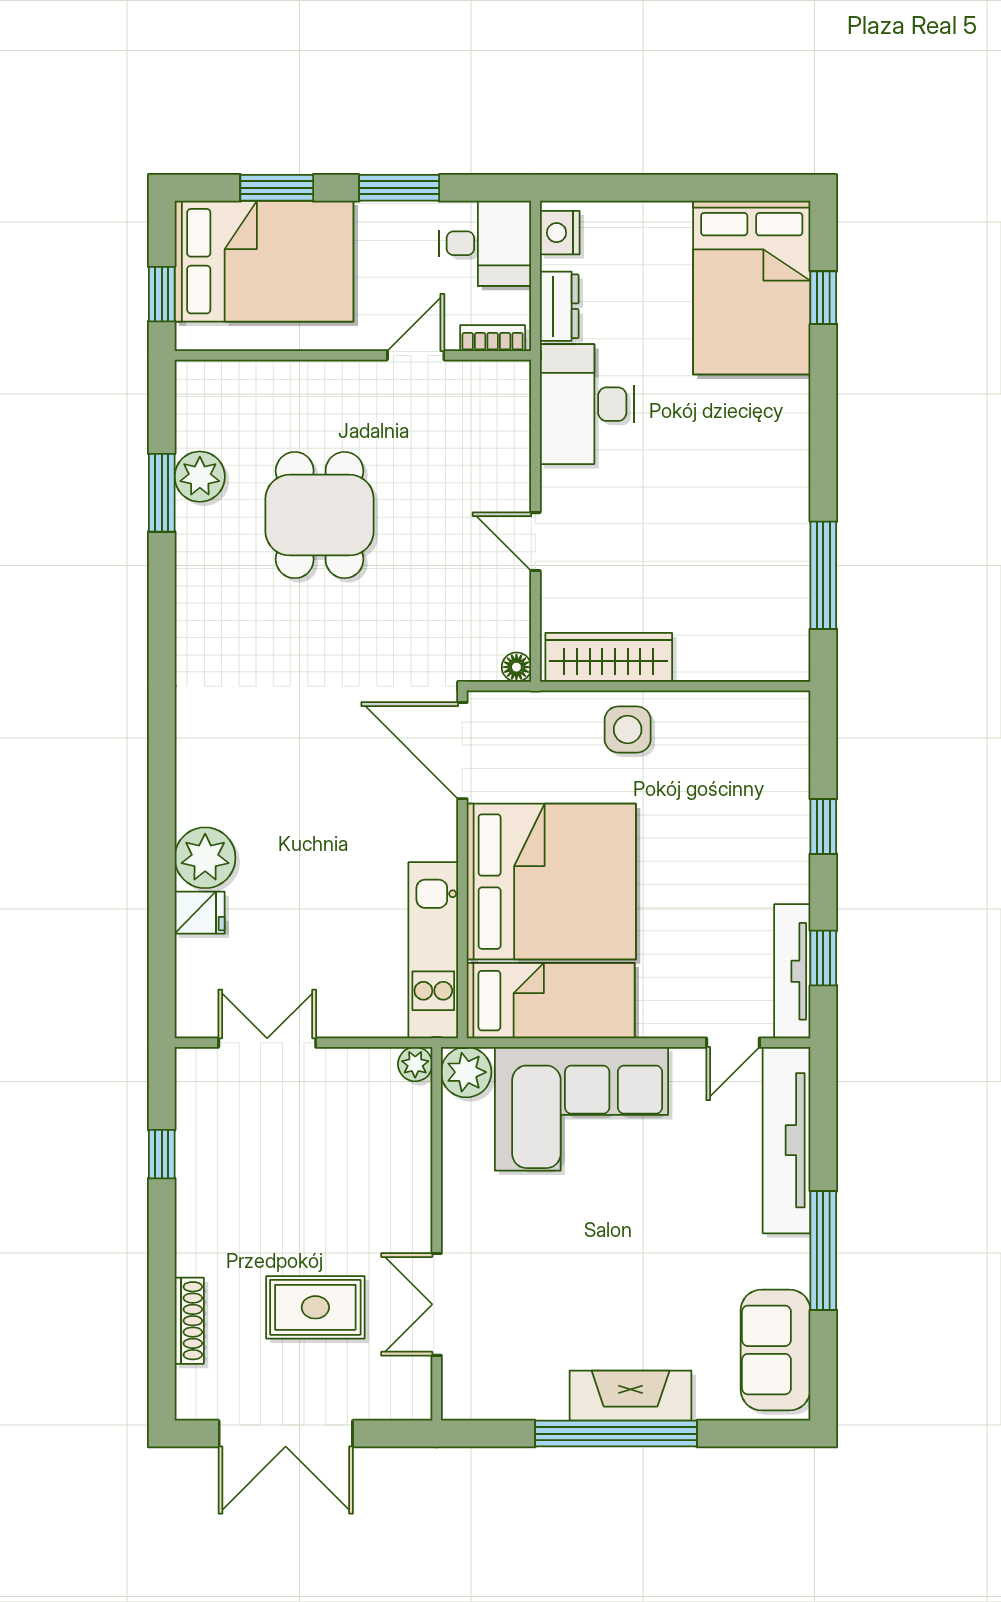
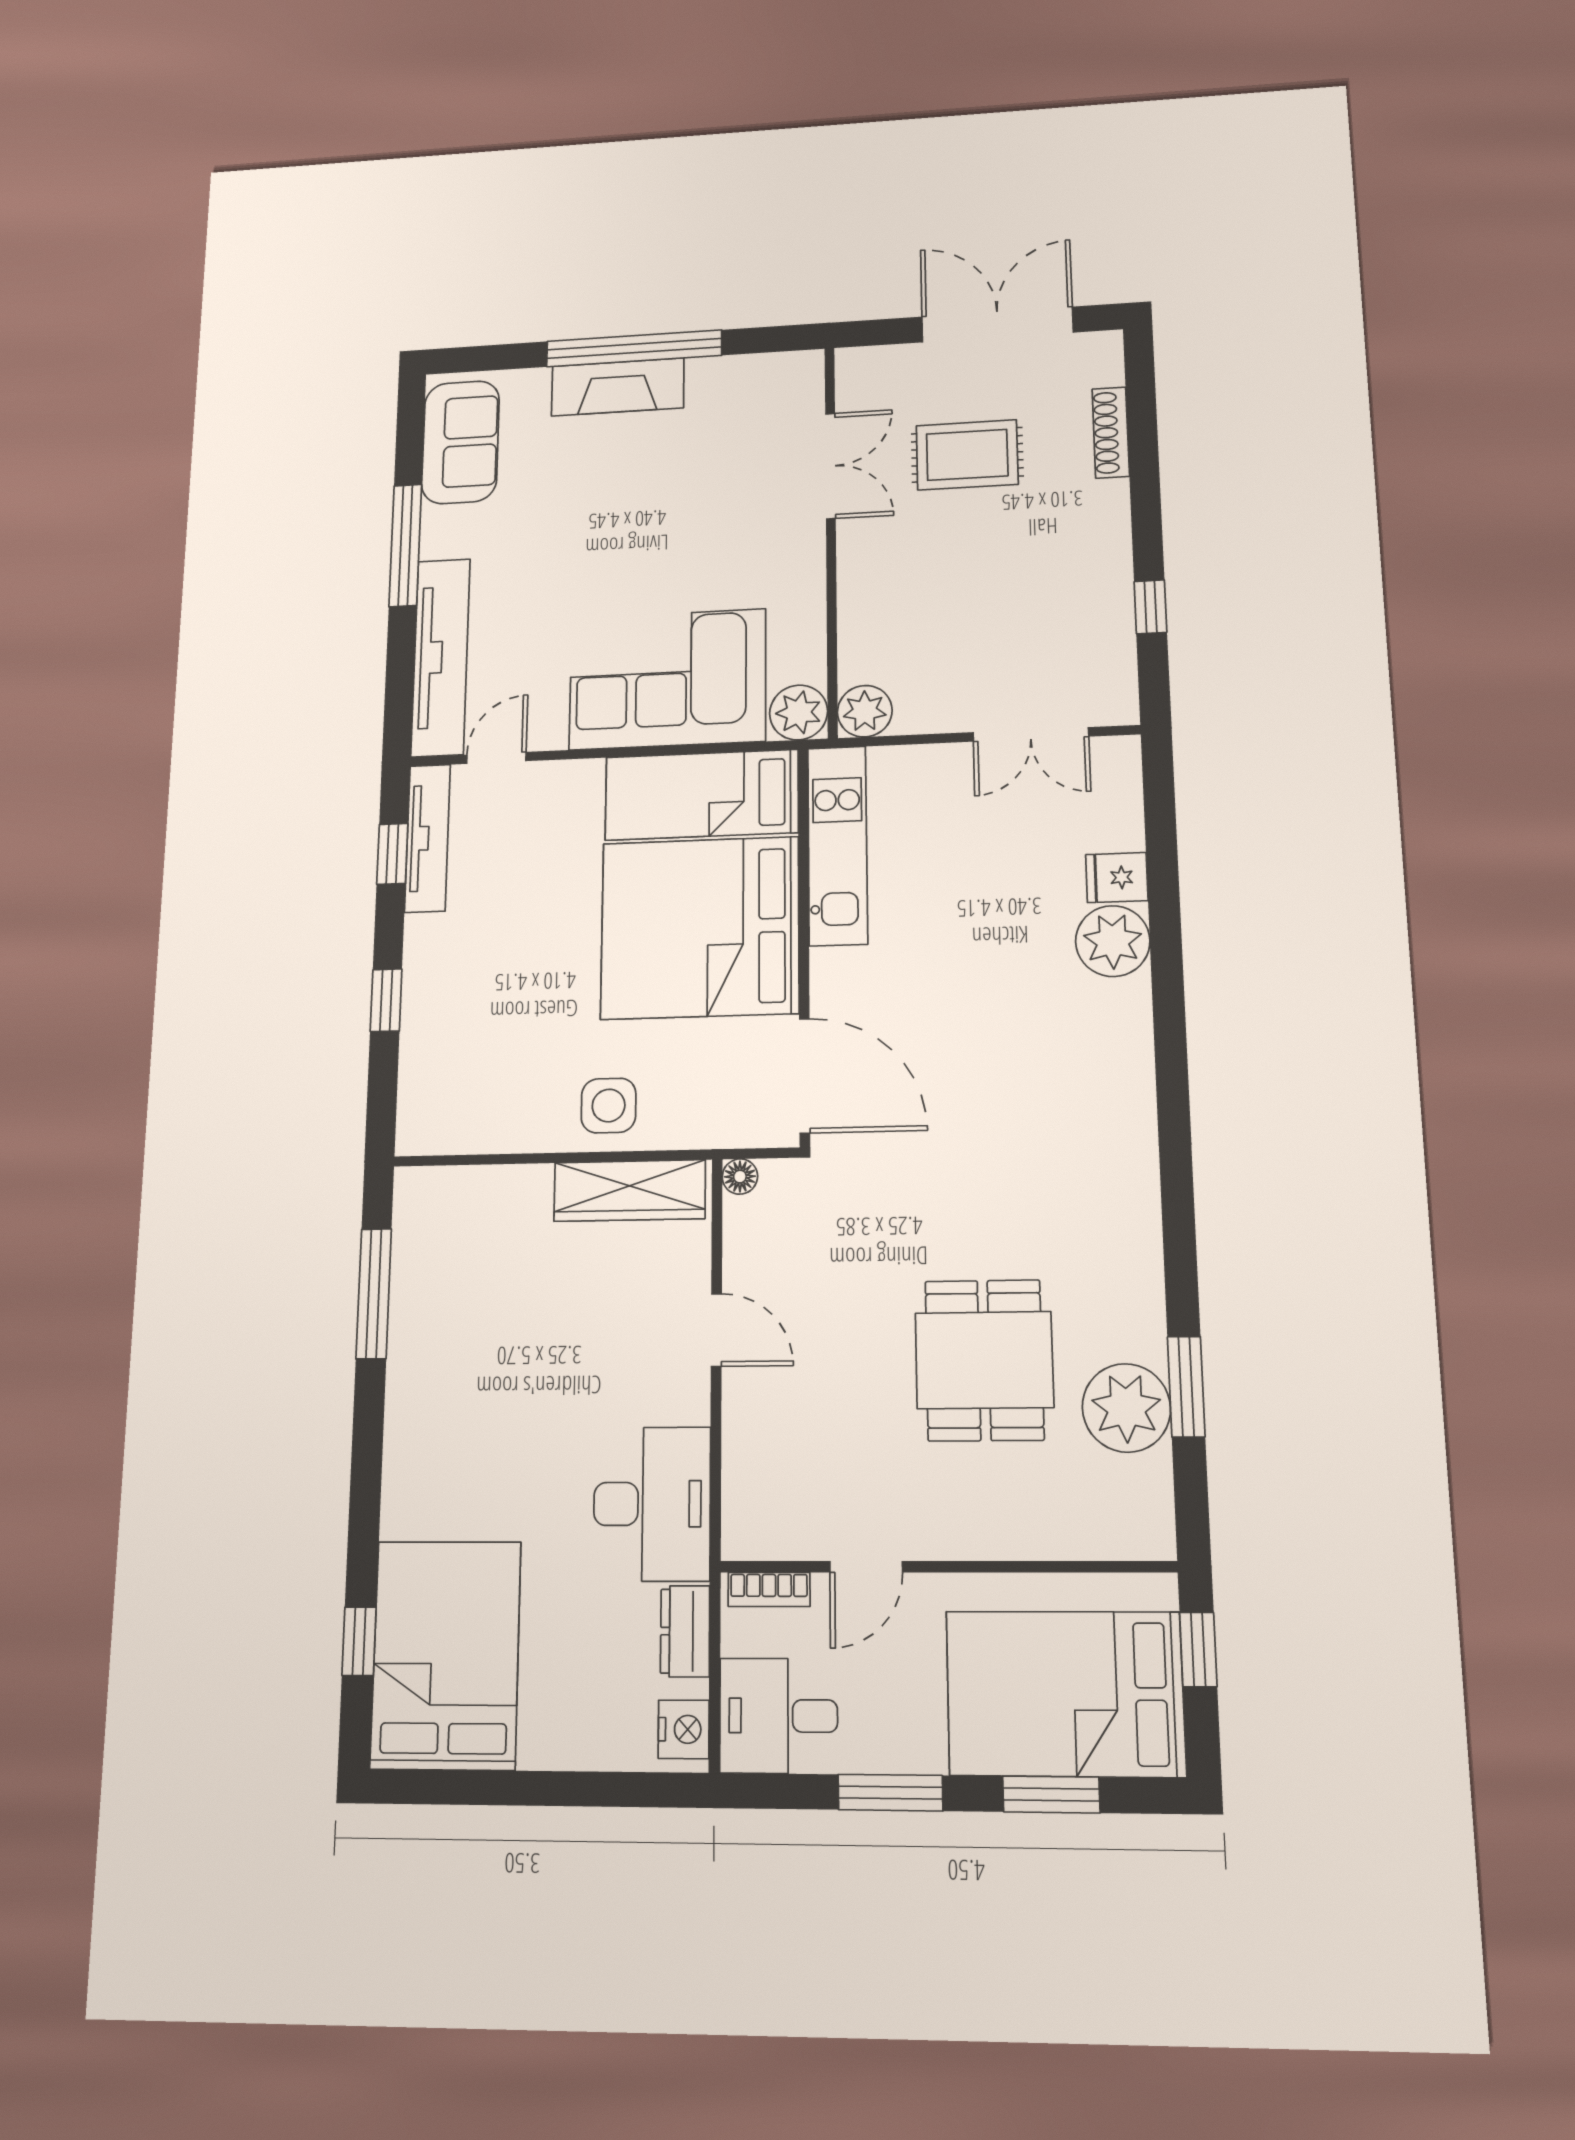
plant: (200, 477) -> (1126, 1408), width x1.36, depth x1.36
plant: (415, 1064) -> (865, 711), width x1.38, depth x1.38

